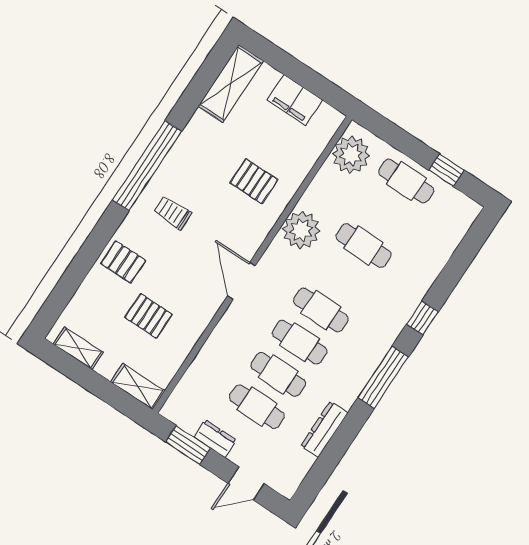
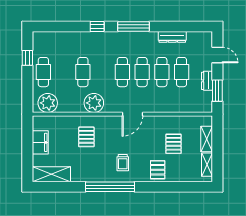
shelving: (138, 387) -> (207, 139), moved

